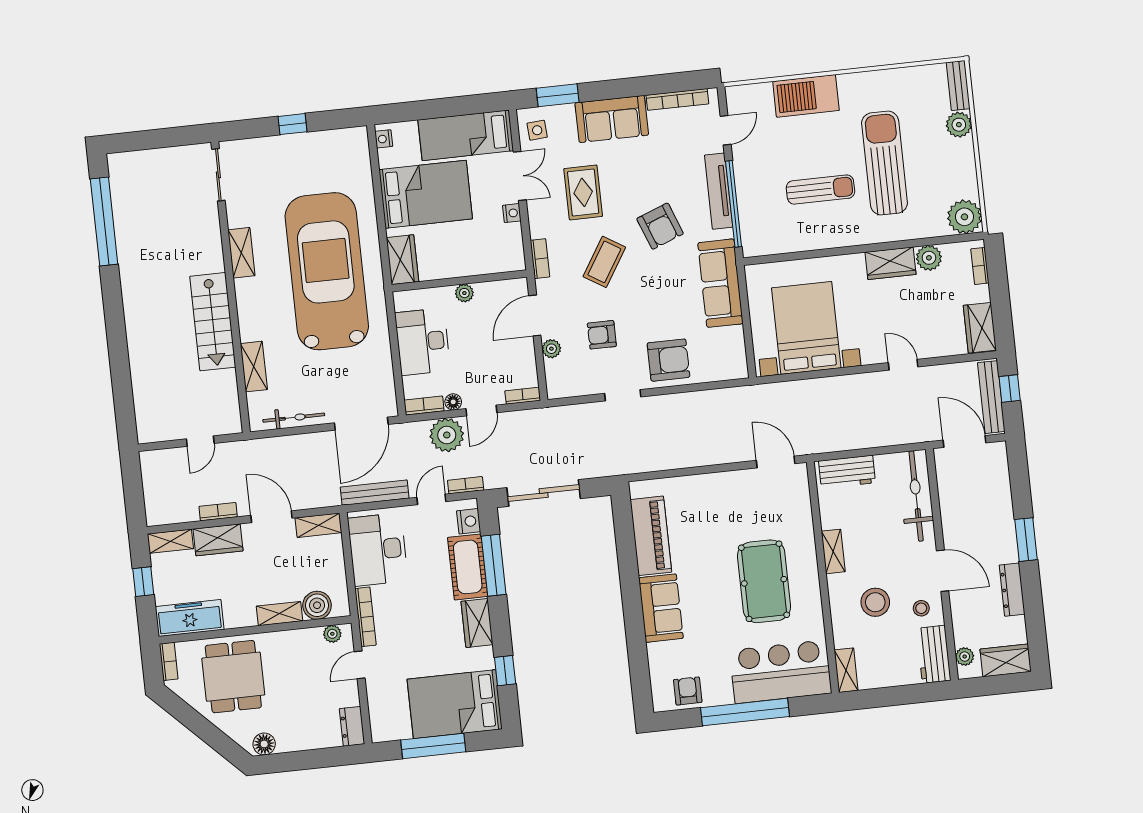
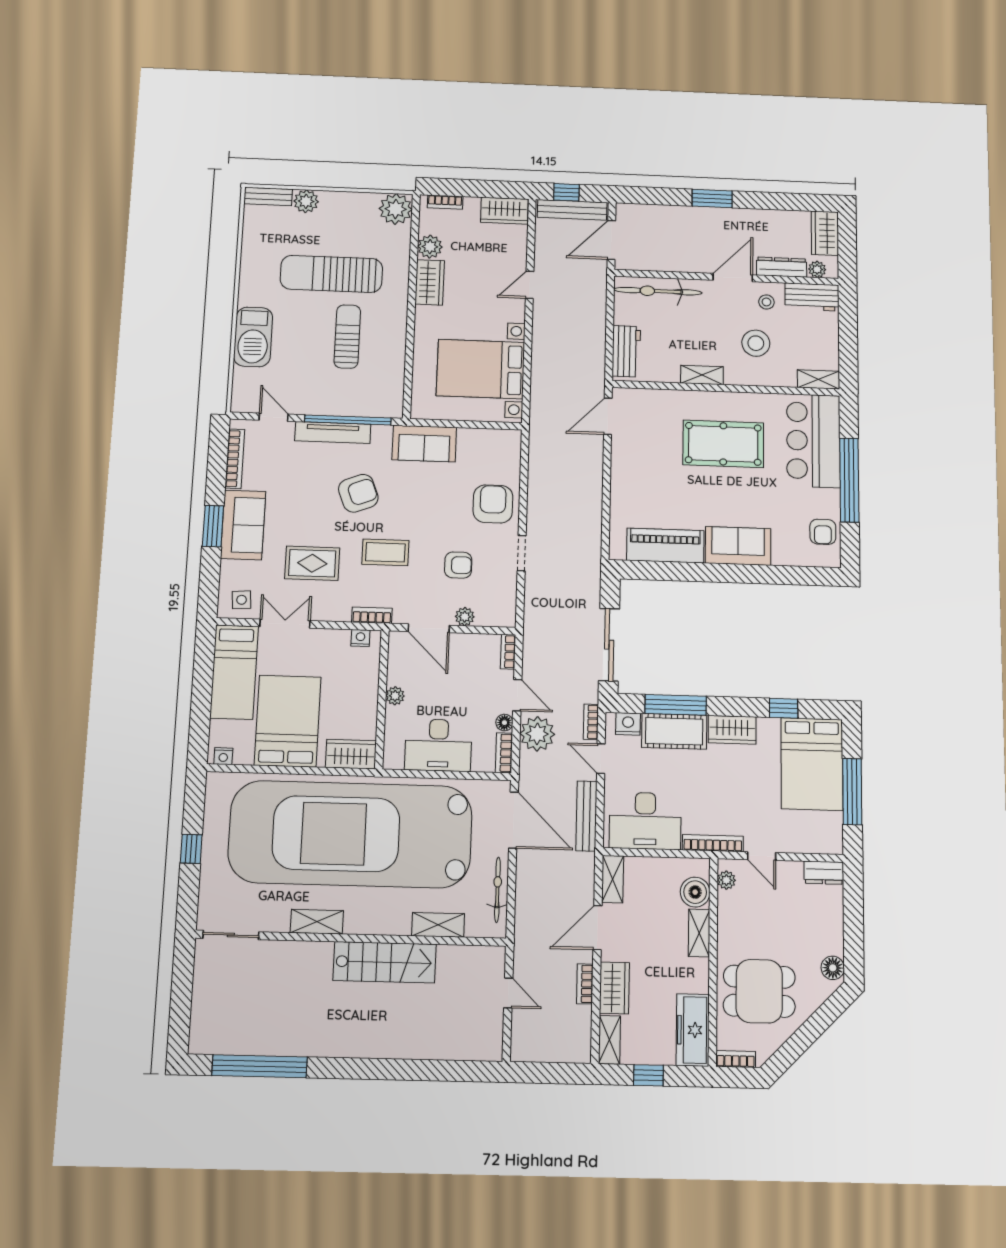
window: (558, 95) -> (213, 526), moved
nightstand: (512, 213) -> (360, 638), moved
coffee table: (604, 262) -> (385, 552), turned -32
car: (327, 271) -> (351, 834), width x1.36, depth x1.48
sofa: (720, 283) -> (424, 444), width x0.73
armchair: (602, 335) -> (458, 565), turned -90
dresser: (1012, 590) -> (782, 267), moved, turned 180
armchair: (688, 691) -> (823, 532), turned -90

